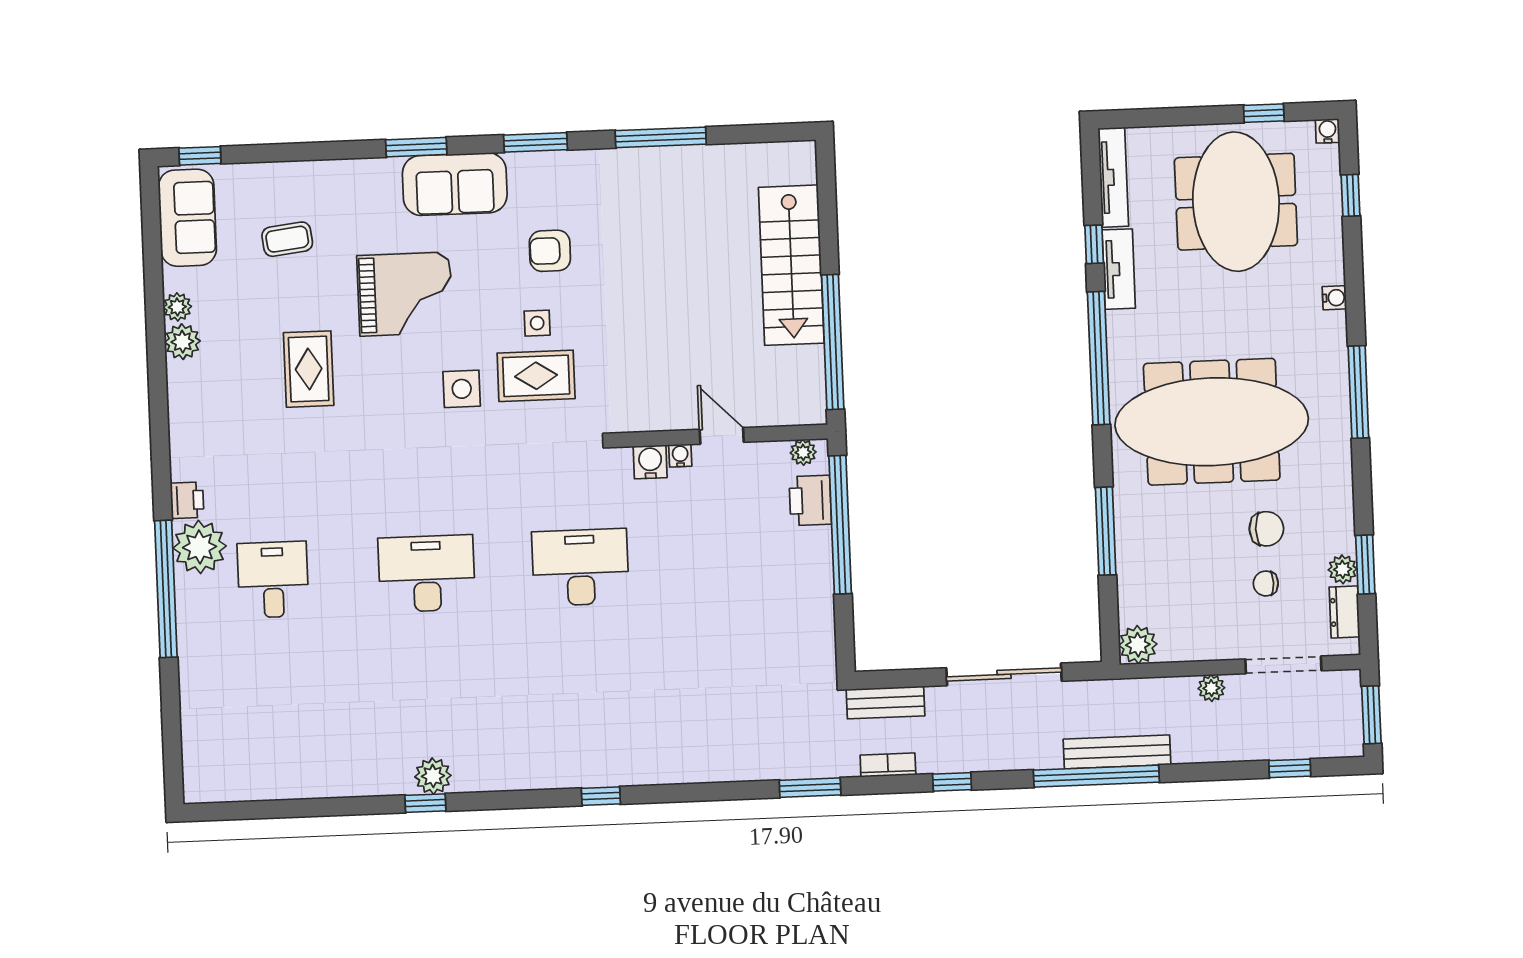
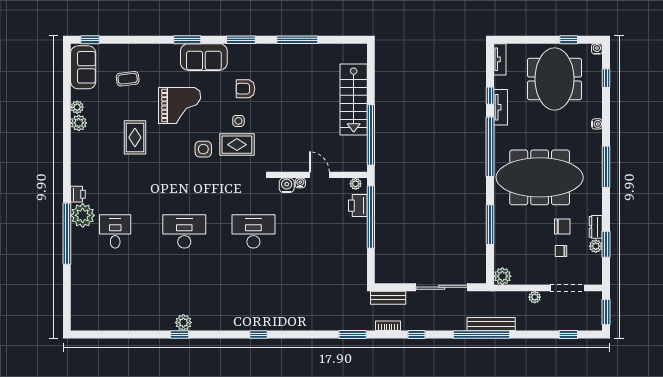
tv unit: (1113, 177) -> (500, 59), width x0.71
dresser: (1344, 612) -> (596, 227), moved

